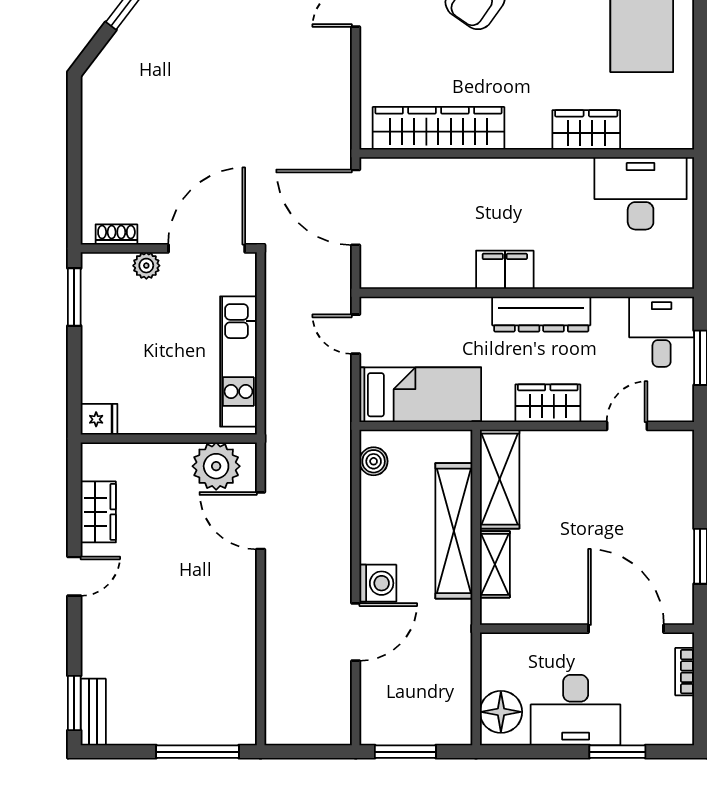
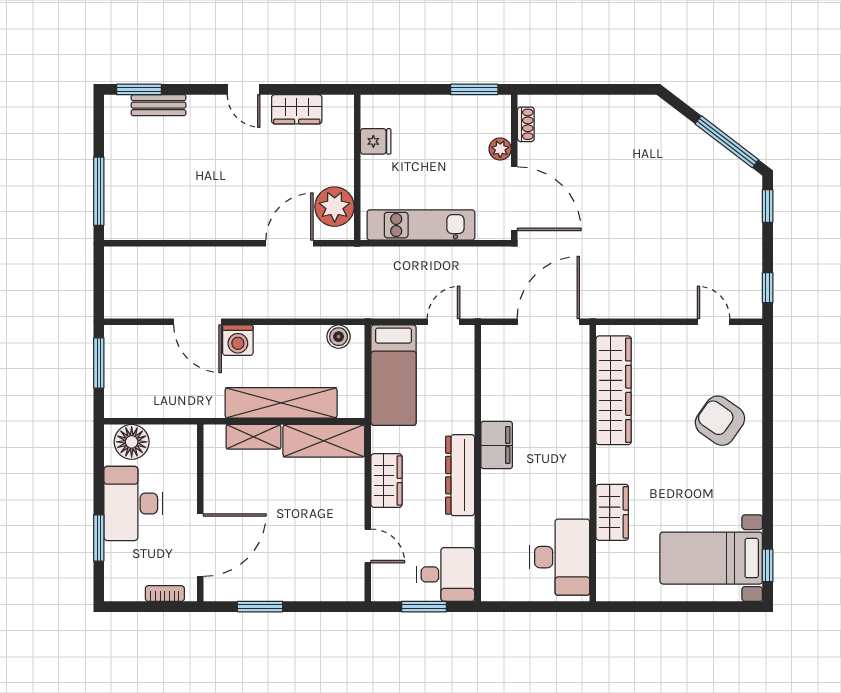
fridge: (99, 419) -> (376, 141), moved, turned -90
bench: (93, 712) -> (159, 105), moved

